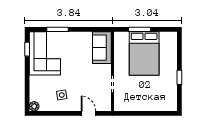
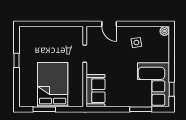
window: (139, 29) -> (44, 109), moved

